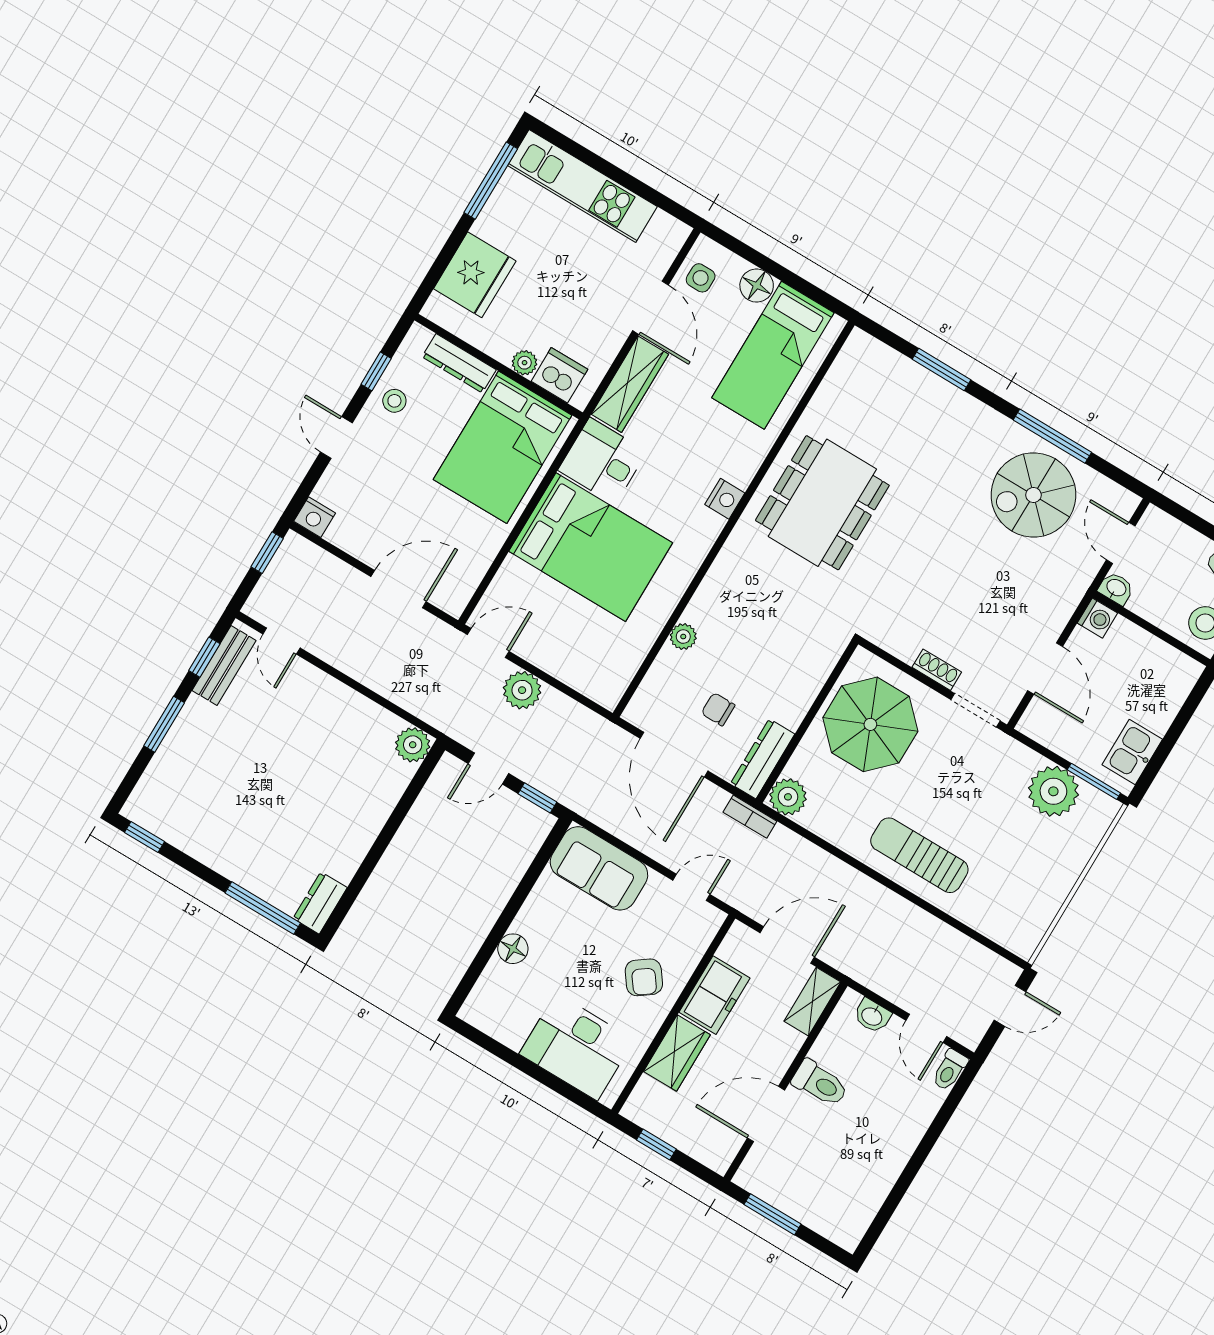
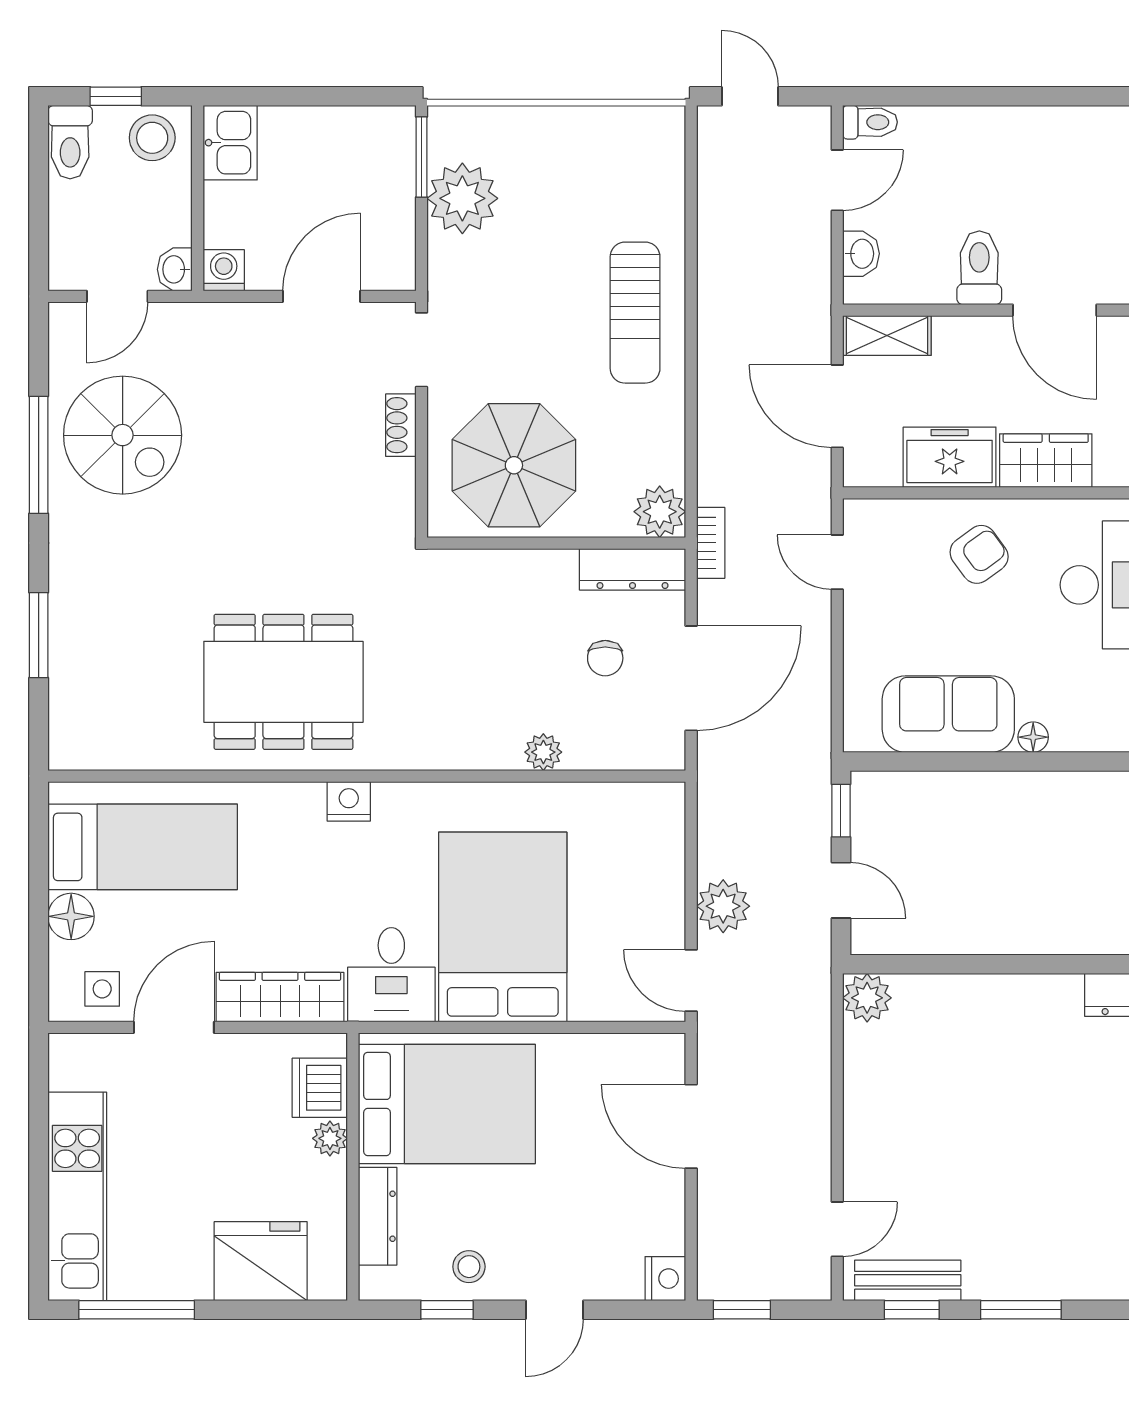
kitchen sink: (1132, 752) -> (230, 143), moved, turned -90
sofa: (599, 868) -> (948, 714), moved, turned -90
floor lamp: (513, 949) -> (1033, 737), width x0.73, depth x0.73

